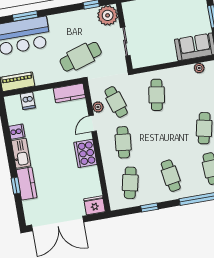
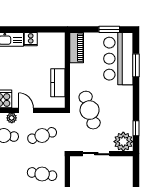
kitchen counter: (69, 93) -> (58, 83), moved
dishwasher: (28, 101) -> (57, 54), removed
plant: (98, 107) -> (12, 118), moved

